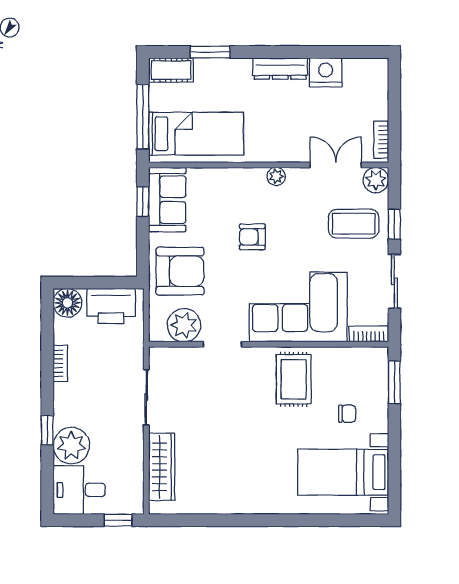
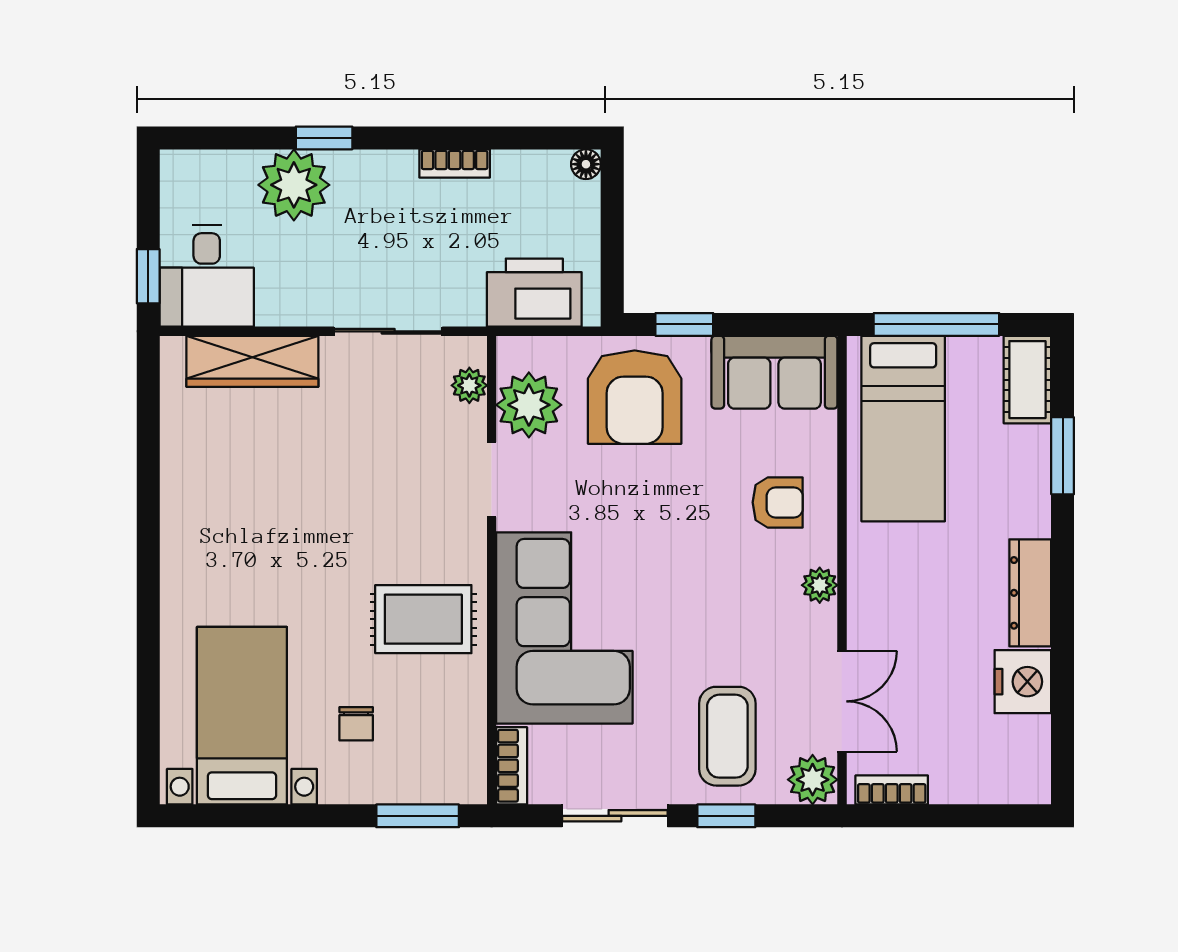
window: (143, 202) -> (684, 324), moved
armchair: (252, 237) -> (778, 502), moved, turned 90
floor lamp: (67, 303) -> (586, 164), width x0.53, depth x0.53
printer: (111, 306) -> (534, 293), moved, turned 90
plant: (174, 356) -> (469, 385), added
desk: (79, 490) -> (207, 276), moved, turned 180

